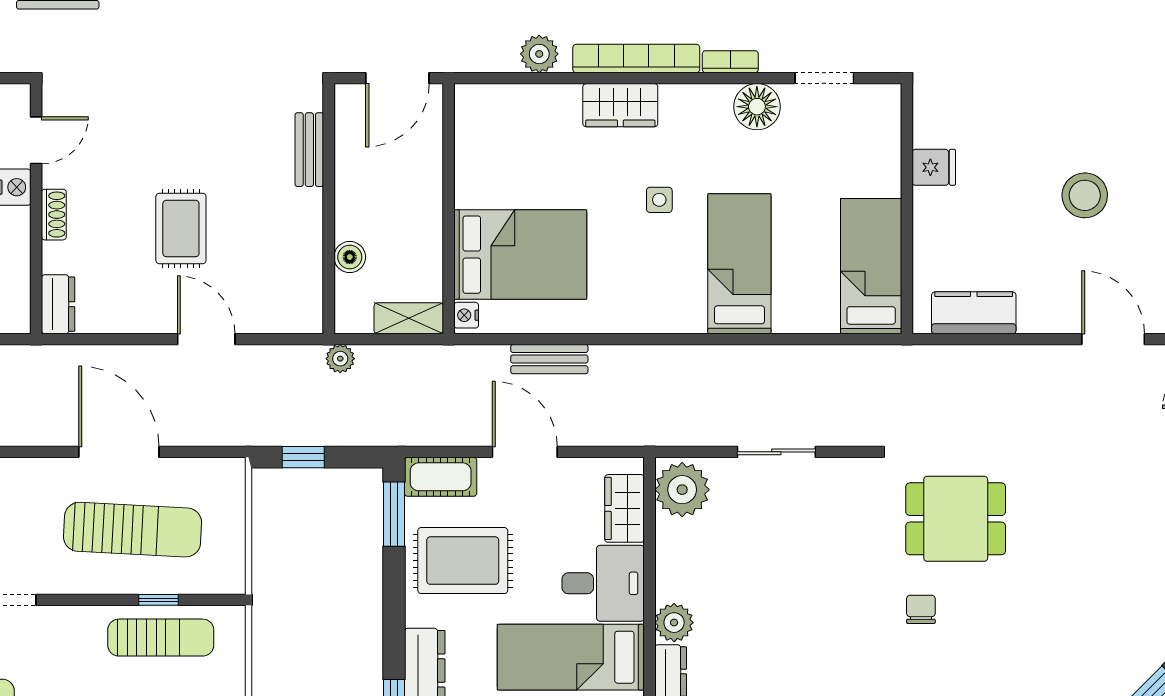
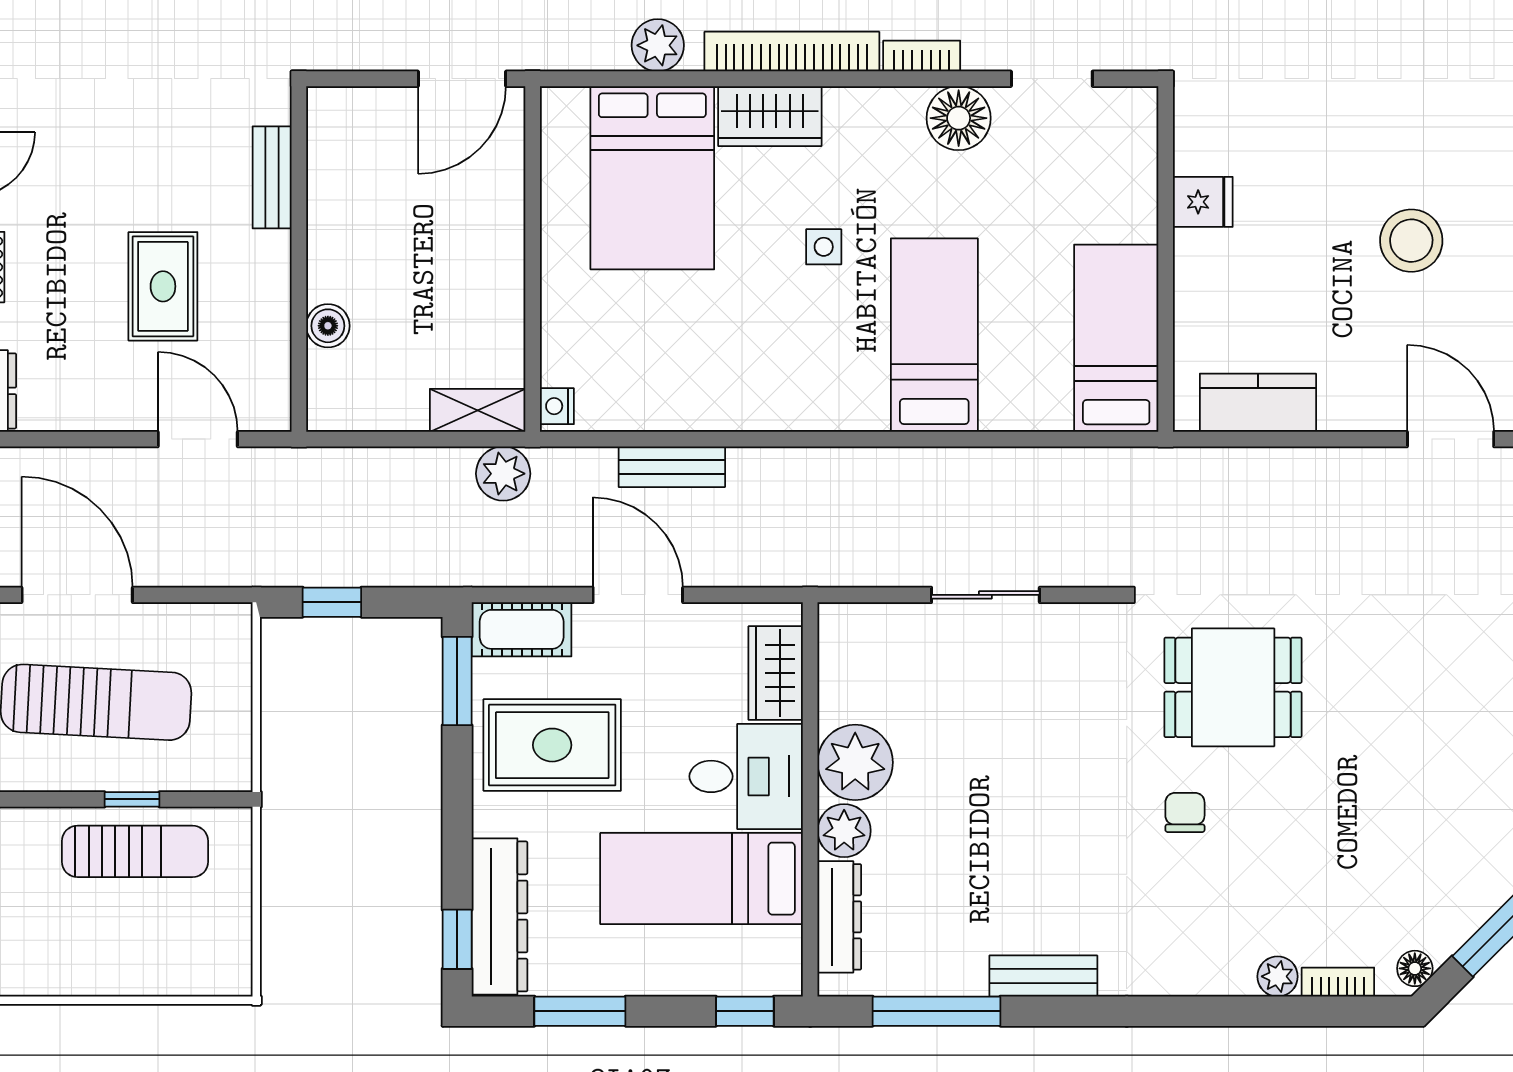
bench: (309, 150) -> (272, 177), moved
wall: (329, 209) -> (299, 259), moved
bed: (520, 255) -> (652, 178), moved, turned 90
boiler: (350, 257) -> (328, 326), moved
plant: (340, 359) -> (503, 474), moved, width x1.38, depth x1.38
plant: (682, 490) -> (855, 762), moved

